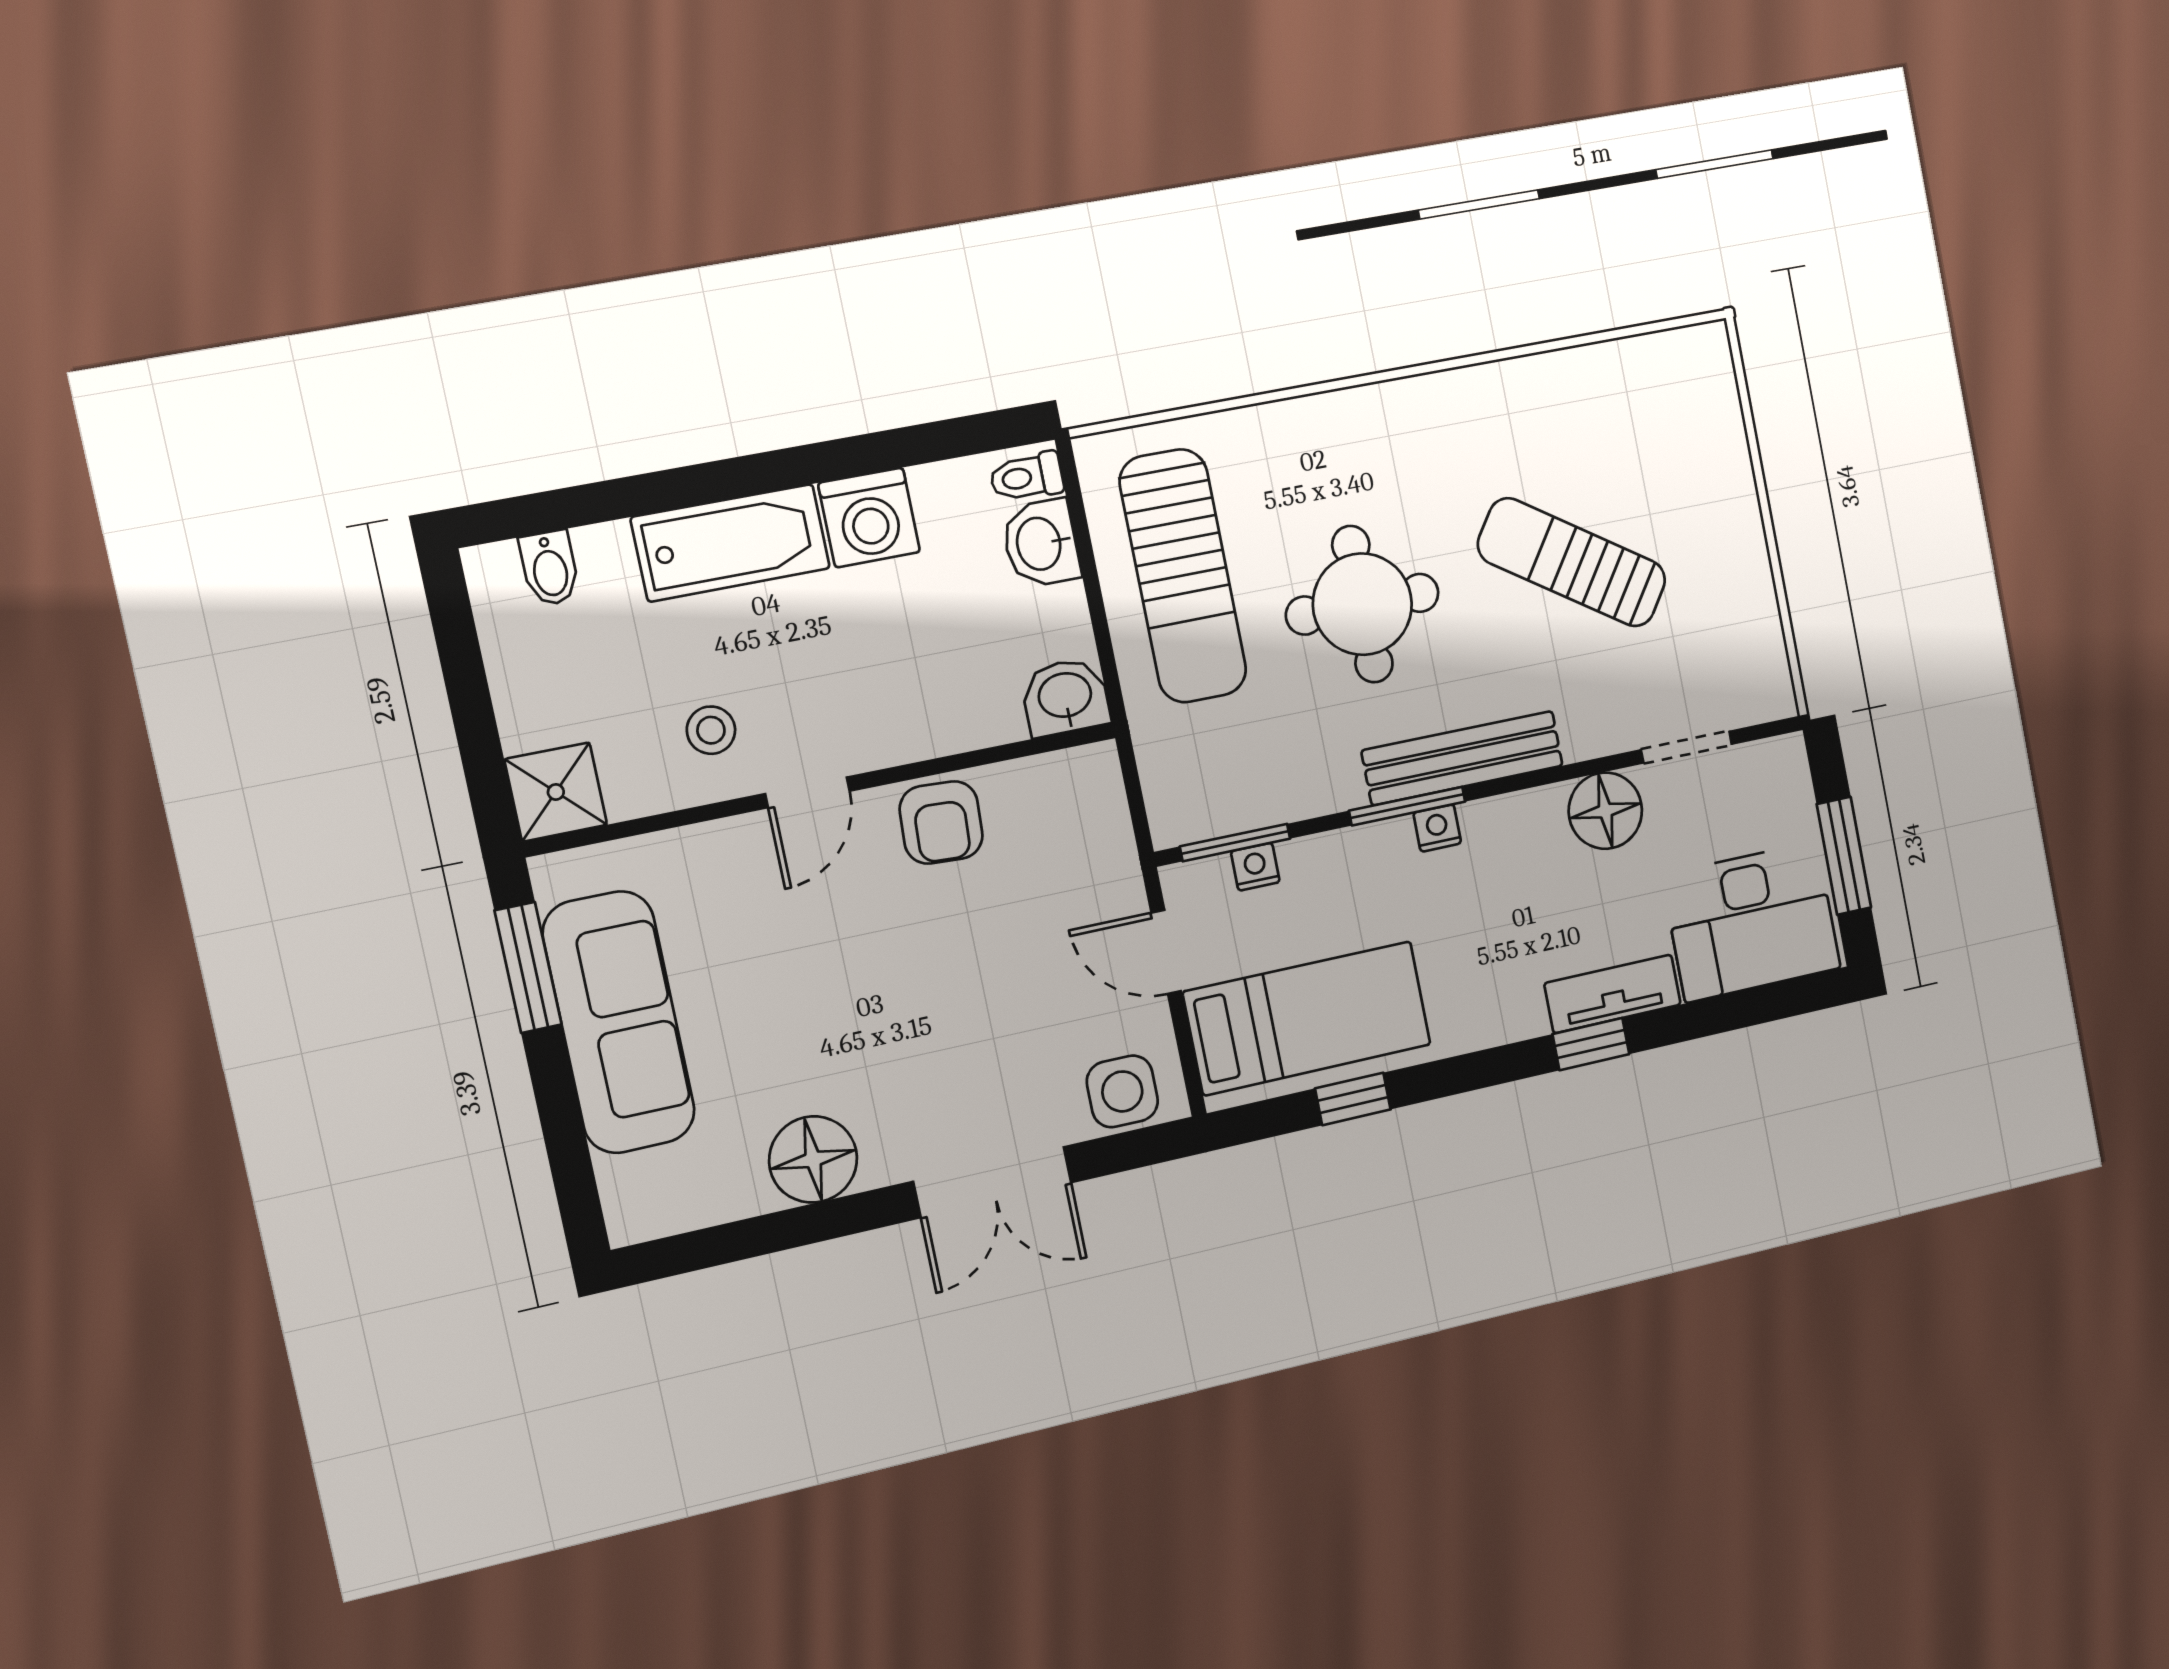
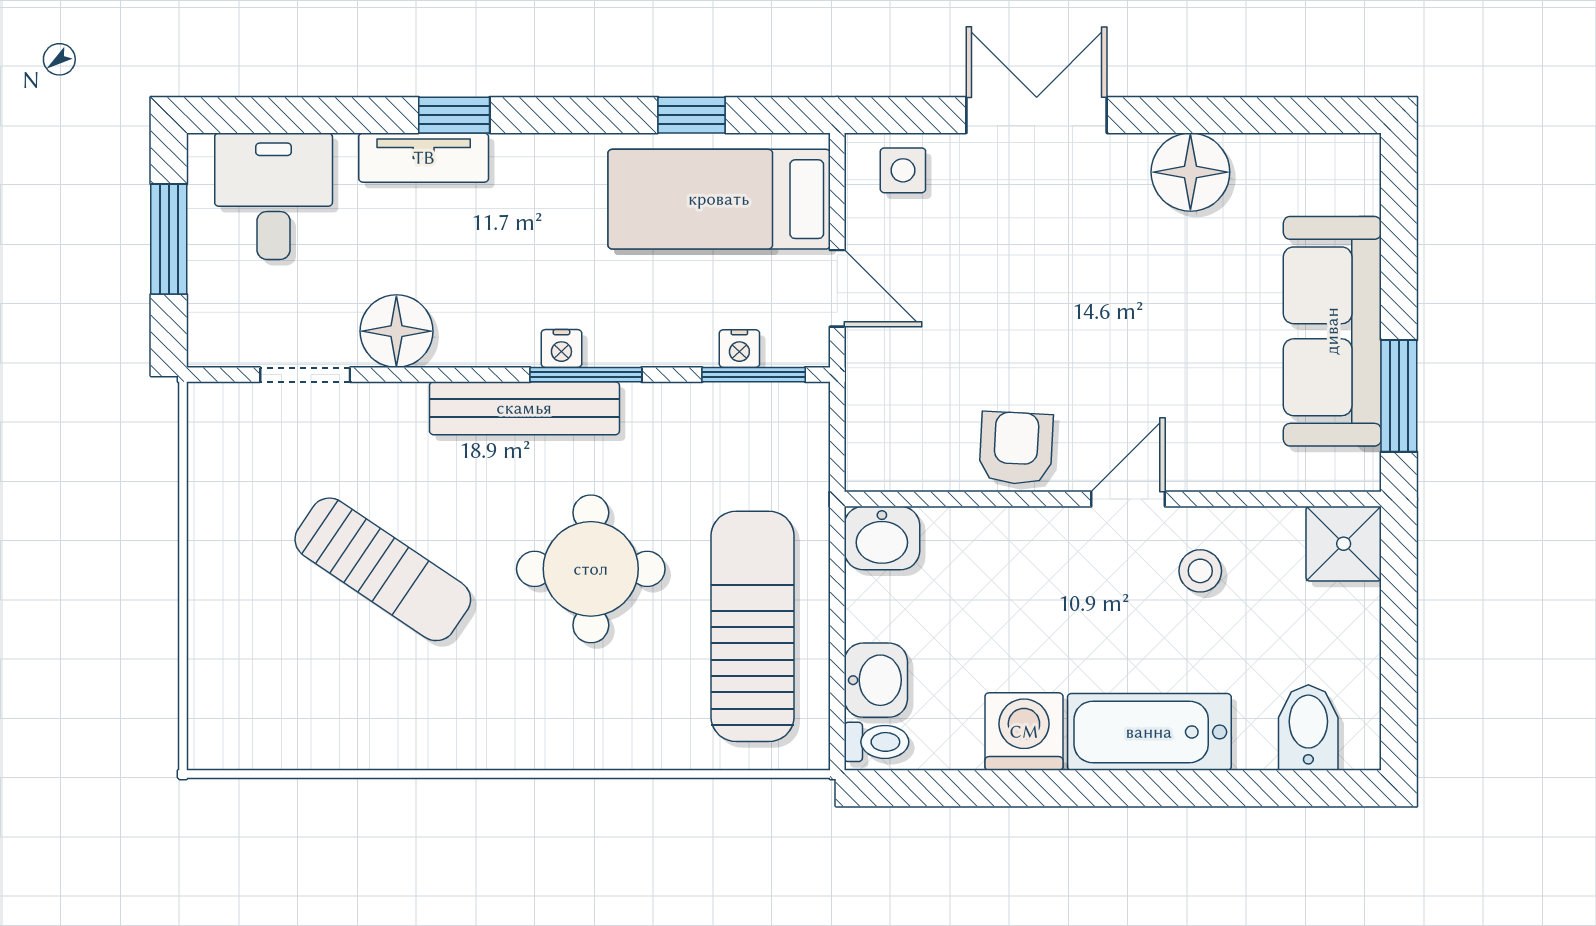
bidet: (550, 568) -> (1308, 728), width x1.38, depth x1.36
desk: (1751, 922) -> (274, 196), width x0.73
side table: (1122, 1091) -> (903, 170), width x0.73, depth x0.73

